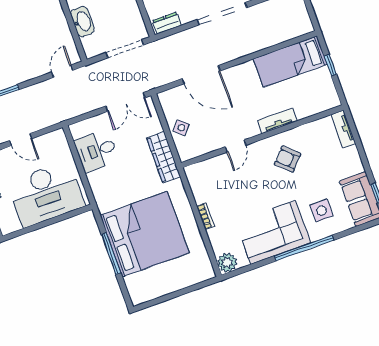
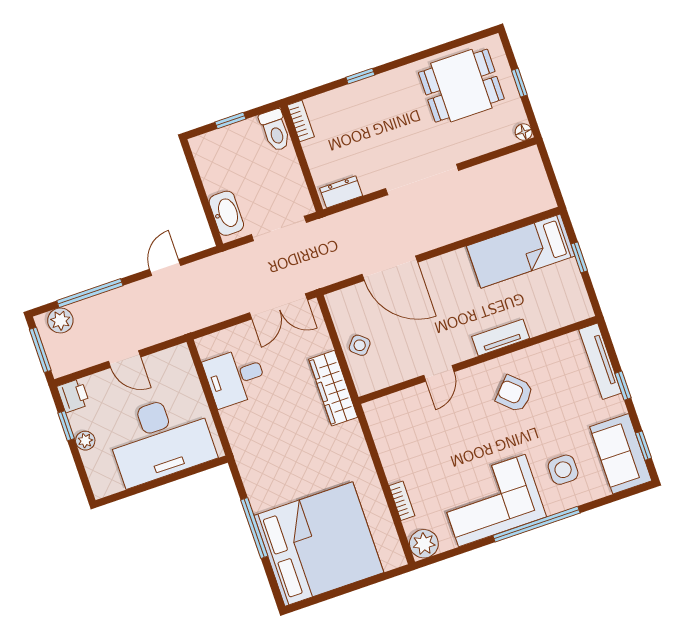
washbasin: (82, 22) -> (226, 213), moved
door: (62, 71) -> (165, 267), moved
tv unit: (343, 129) -> (600, 361), width x1.41
window: (362, 152) -> (623, 386), added
bookcase: (205, 216) -> (402, 501), moved
bed: (145, 234) -> (319, 544), moved

